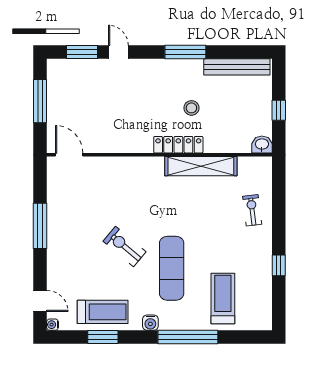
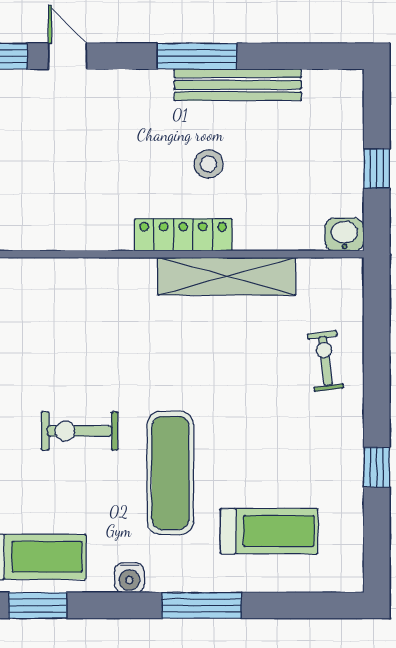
bench: (237, 67) -> (238, 85), moved
exercise bike: (124, 246) -> (79, 431), turned -40
treadmill: (223, 298) -> (269, 531), turned 90
window: (188, 337) -> (202, 605), width x0.68

